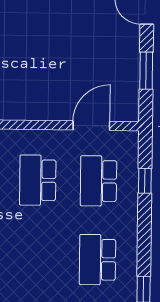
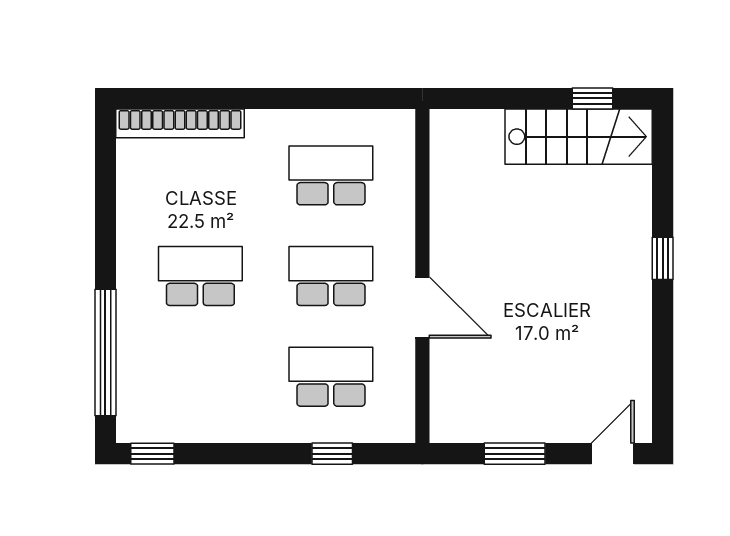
door: (91, 126) -> (422, 307), moved
school desk: (97, 260) -> (200, 276), moved

